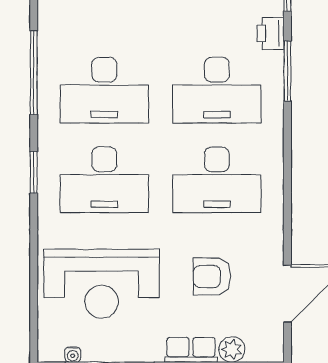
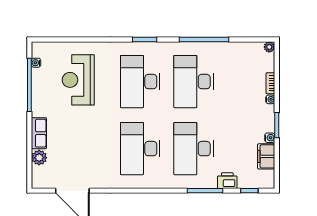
armchair: (212, 276) -> (83, 146), removed
reception desk: (102, 284) -> (78, 80), width x0.74, depth x0.77

